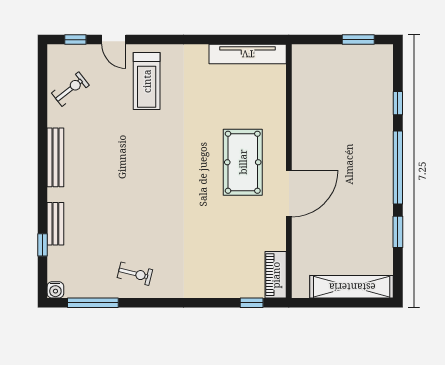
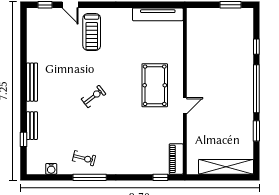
exercise bike: (70, 89) -> (93, 97), moved
door: (289, 194) -> (185, 106), width x0.53
water cooler: (55, 290) -> (51, 169), moved
window: (93, 303) -> (90, 177), moved

